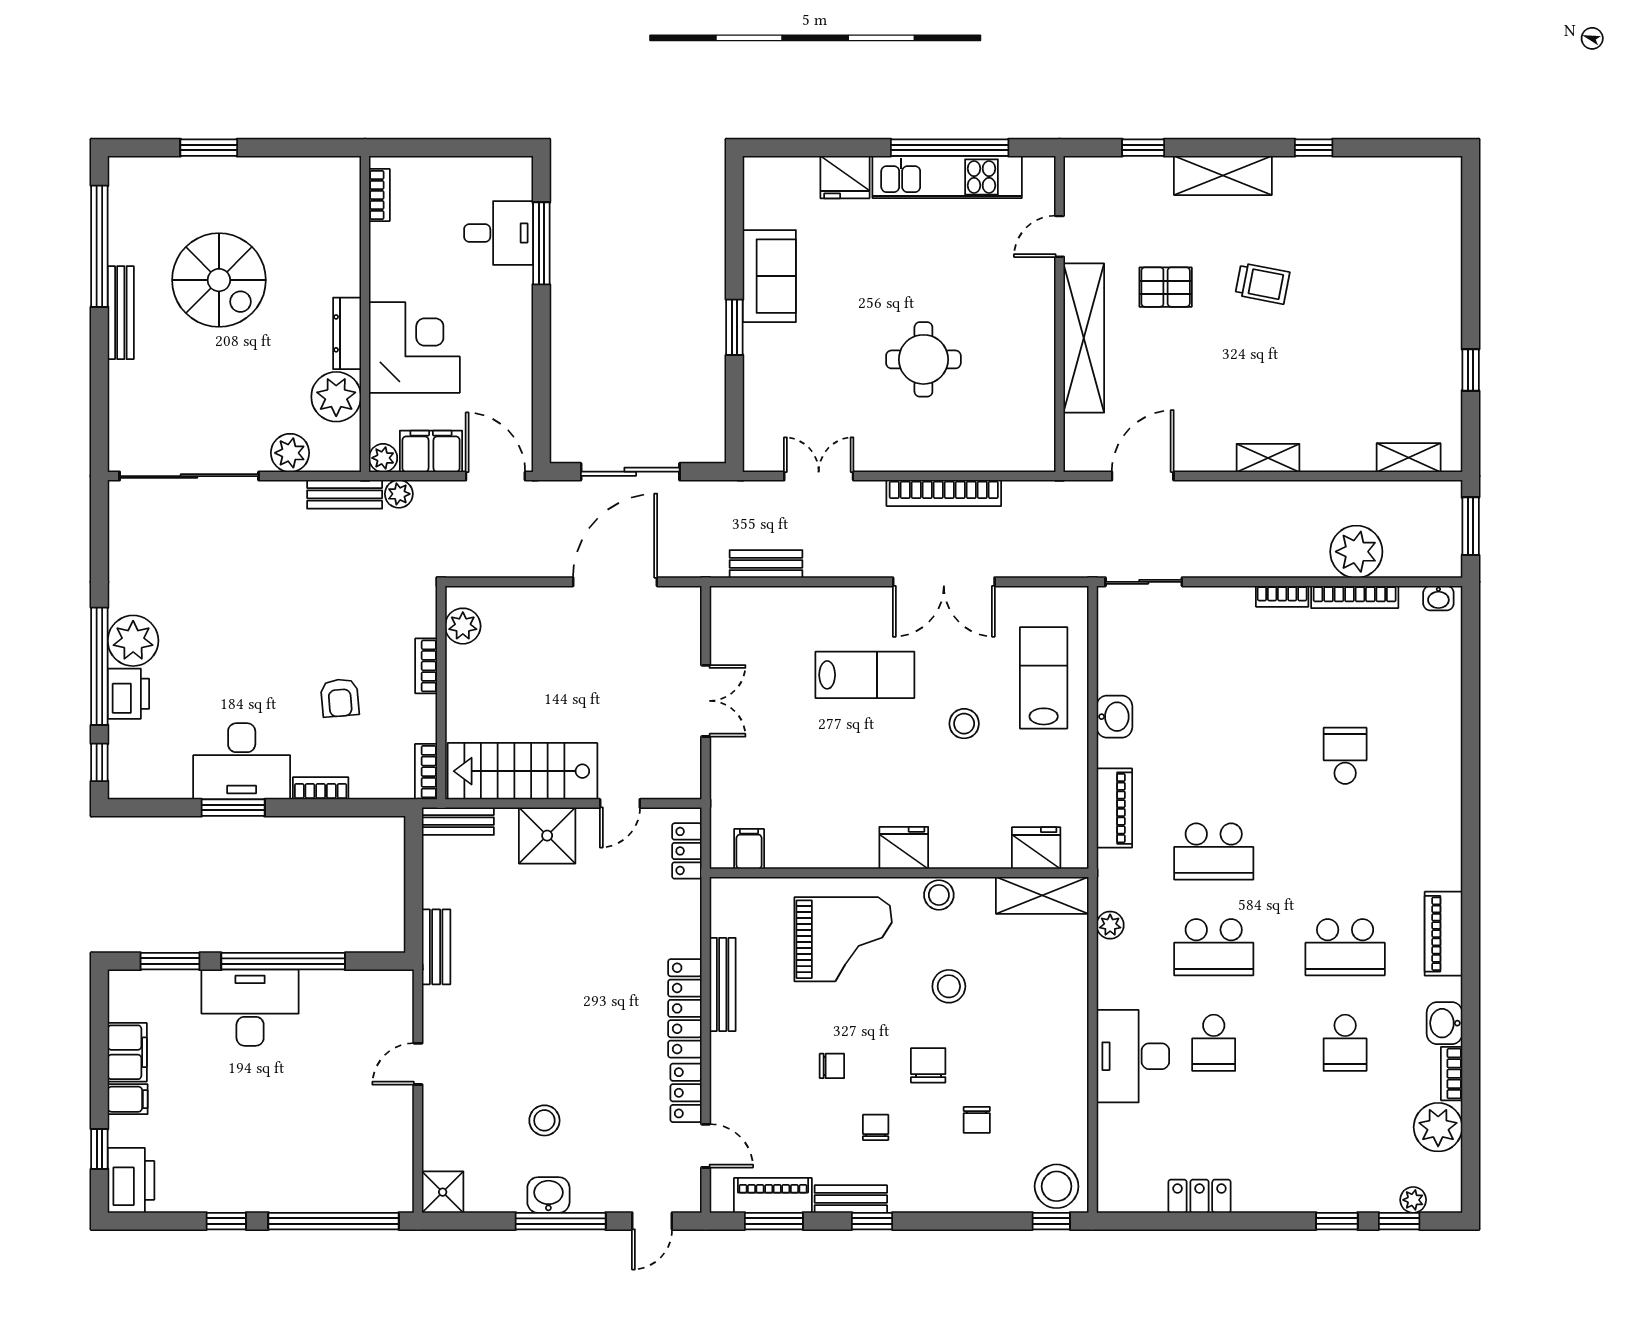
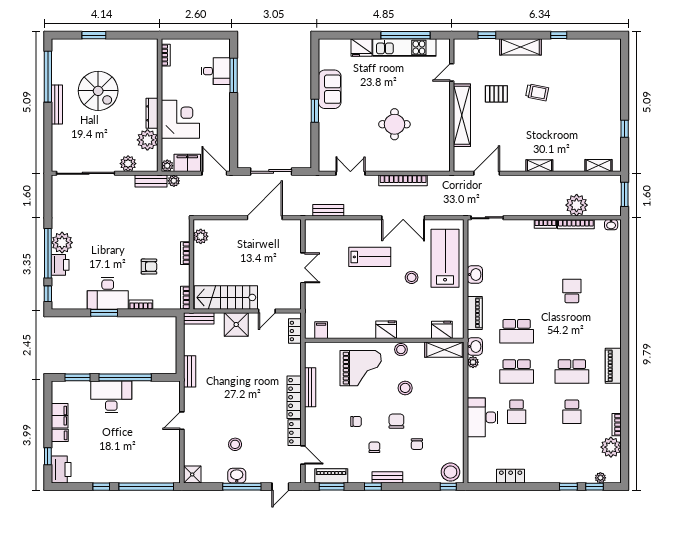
lab bench: (1044, 678) -> (445, 258), width x1.36, depth x1.39
armchair: (340, 698) -> (149, 267), turned -85
washbasin: (1444, 1023) -> (475, 347), moved, turned 180
bench: (851, 1199) -> (387, 477), moved

